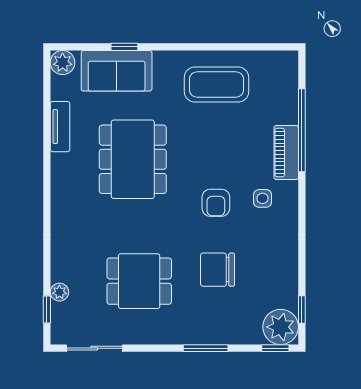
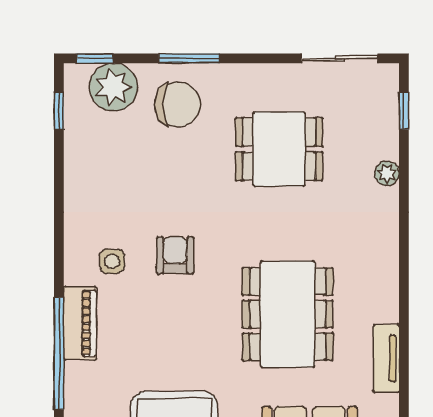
chair: (218, 270) -> (178, 104), moved
plant: (59, 292) -> (387, 173), moved
plant: (281, 327) -> (114, 87), moved

